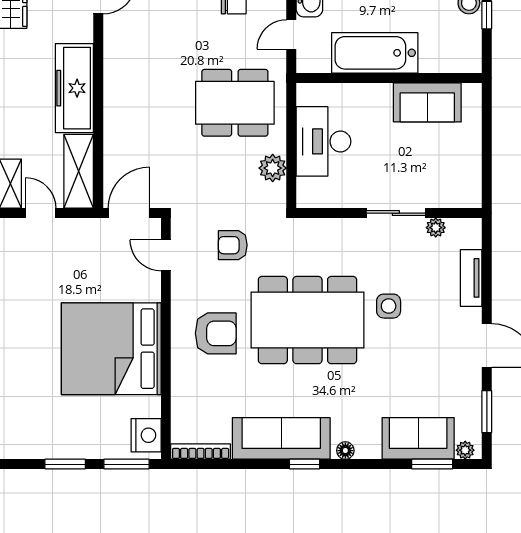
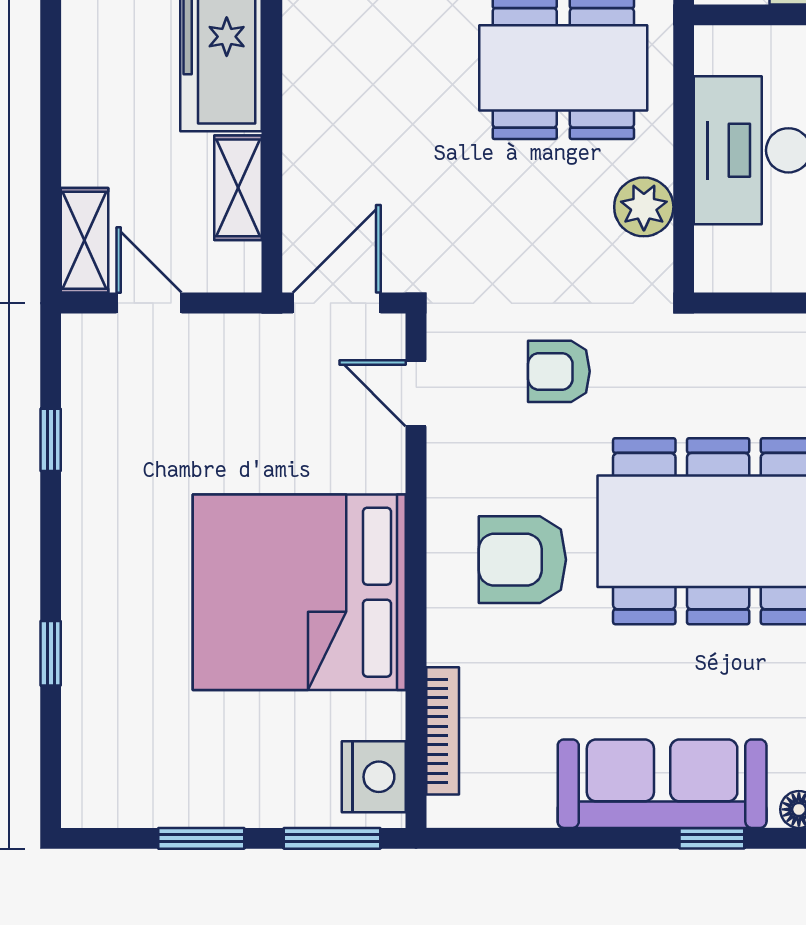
shelving: (79, 171) -> (238, 188), width x0.67, depth x0.75
armchair: (216, 333) -> (522, 560), turned 180
bookcase: (201, 452) -> (443, 731), moved, turned 90

